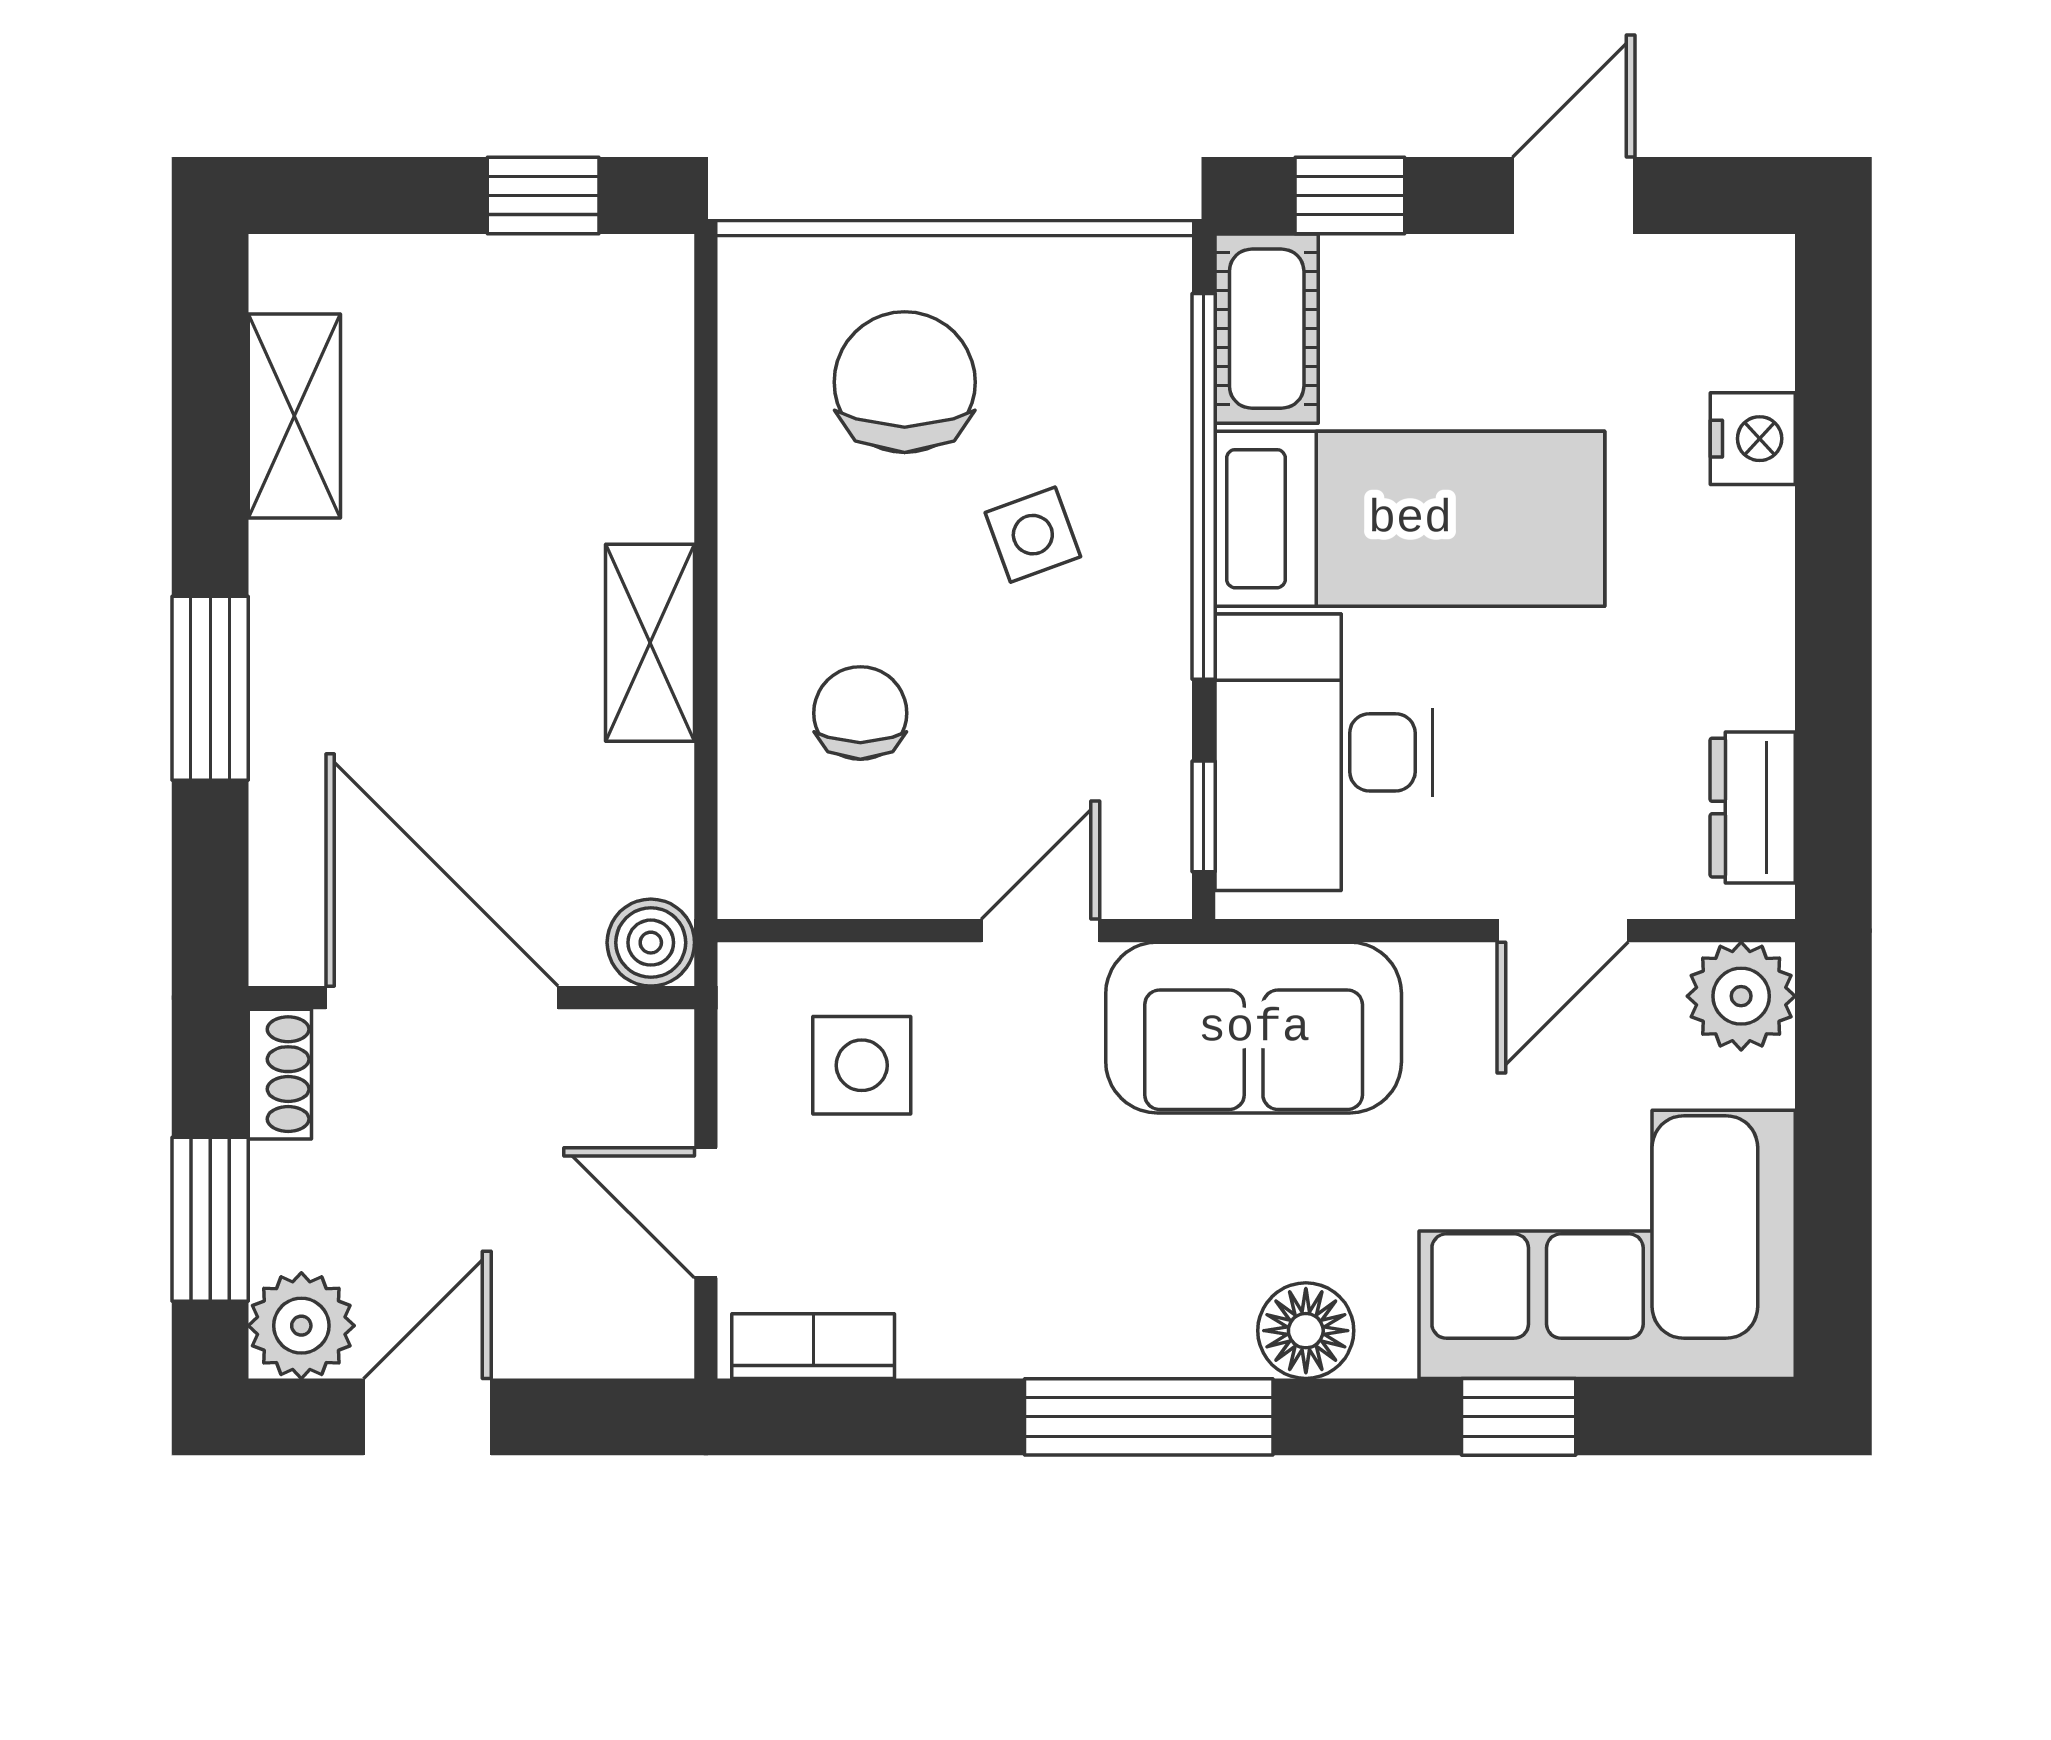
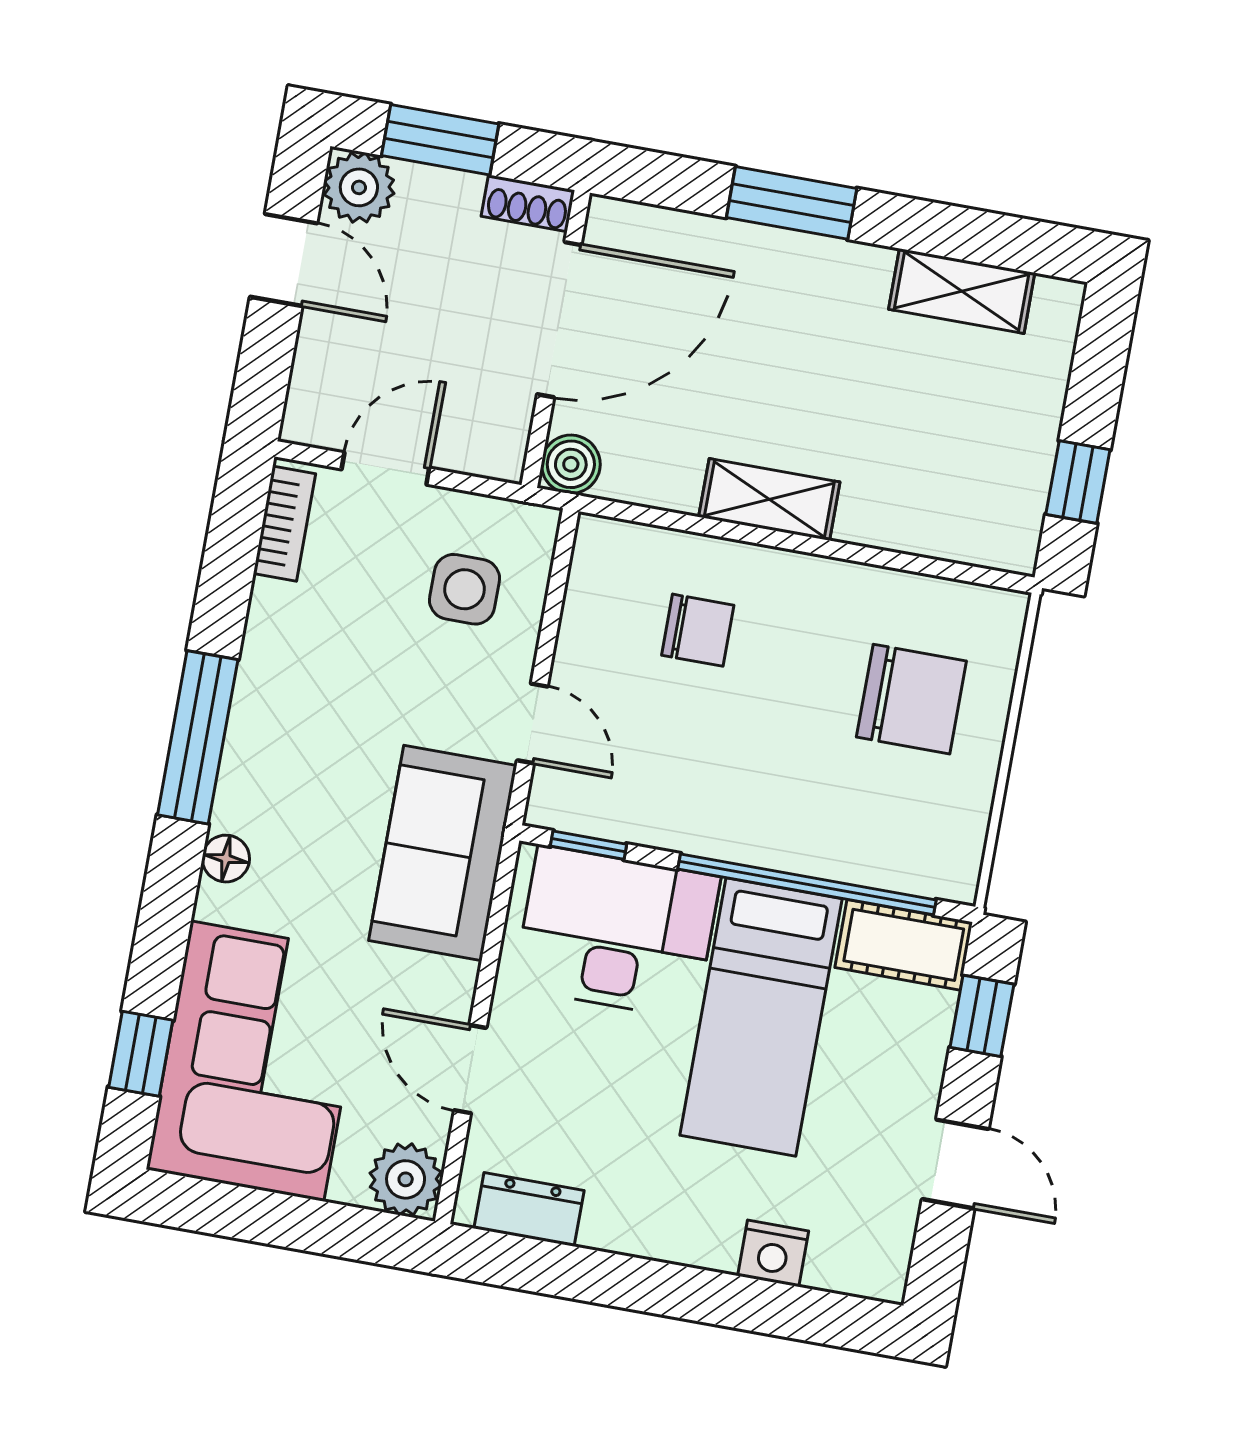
side table: (1033, 535) -> (795, 766), removed
floor lamp: (1306, 1331) -> (226, 859), width x0.73, depth x0.73
window: (1519, 1417) -> (141, 1054), moved

